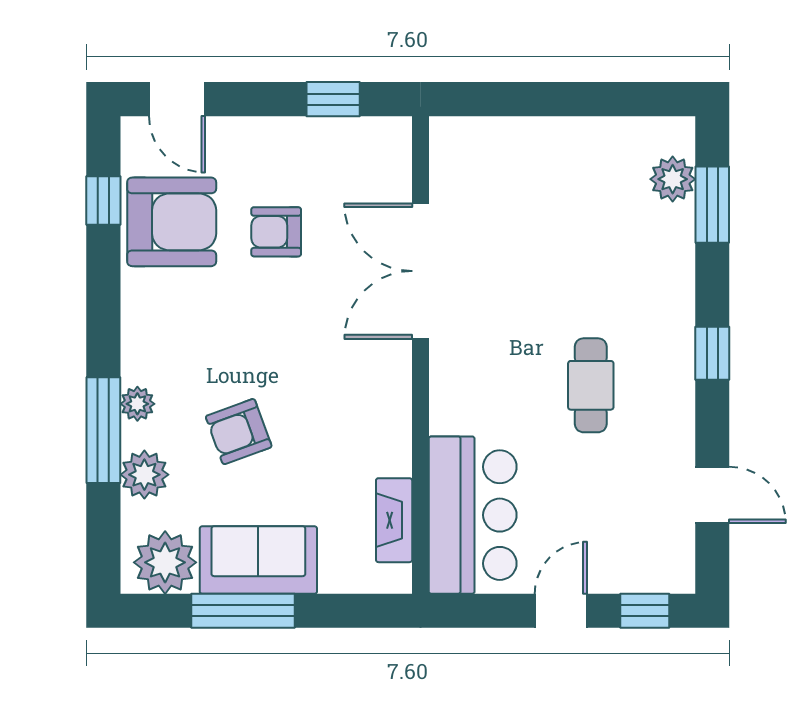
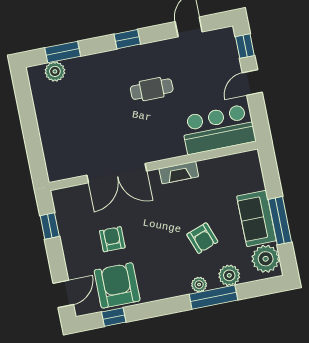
armchair: (276, 232) -> (112, 239), turned 180
fireplace: (394, 520) -> (179, 173), moved
door: (561, 611) -> (252, 83), hinge flipped

